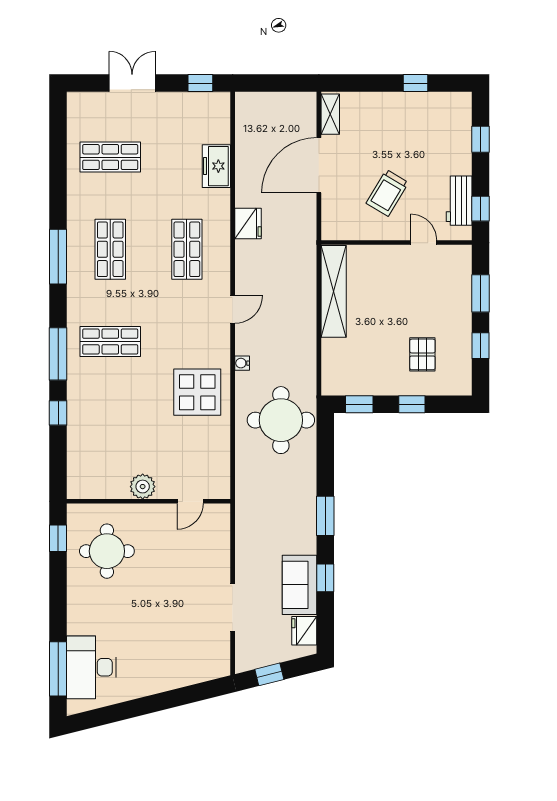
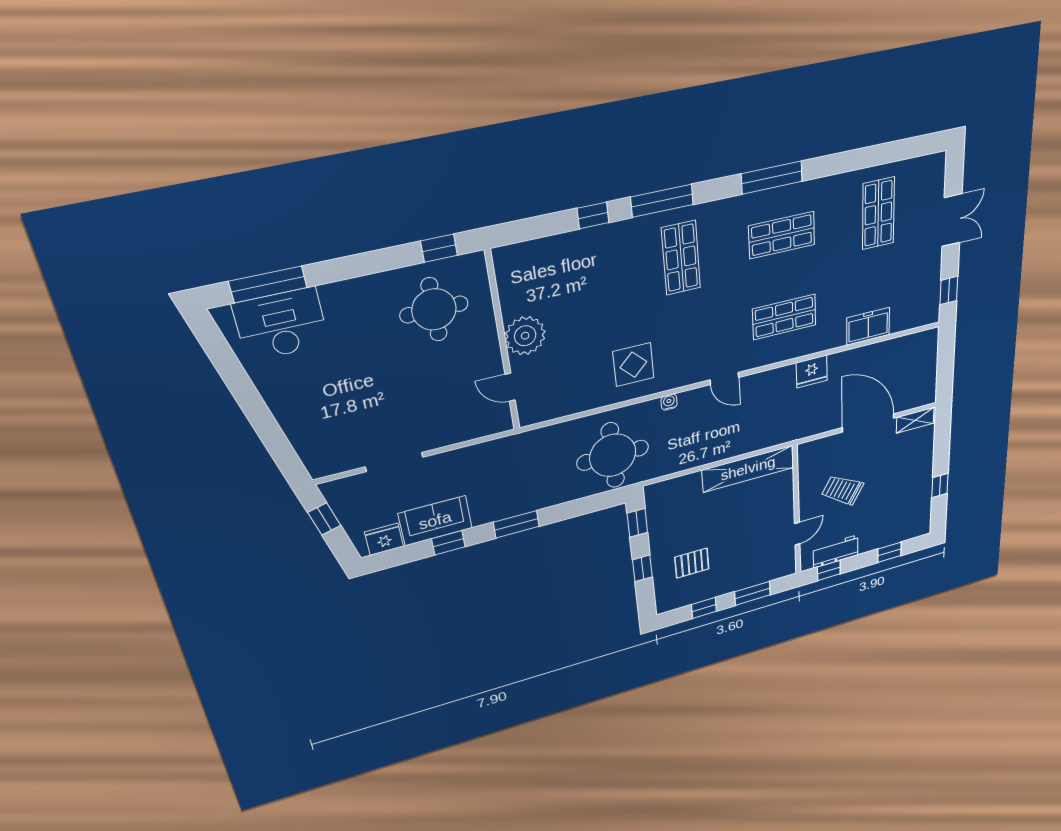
display table: (197, 392) -> (633, 365), width x0.73, depth x0.73
plant: (143, 487) -> (525, 336), width x1.36, depth x1.36

